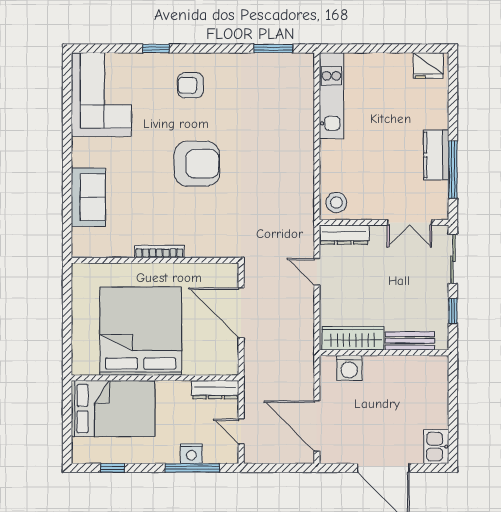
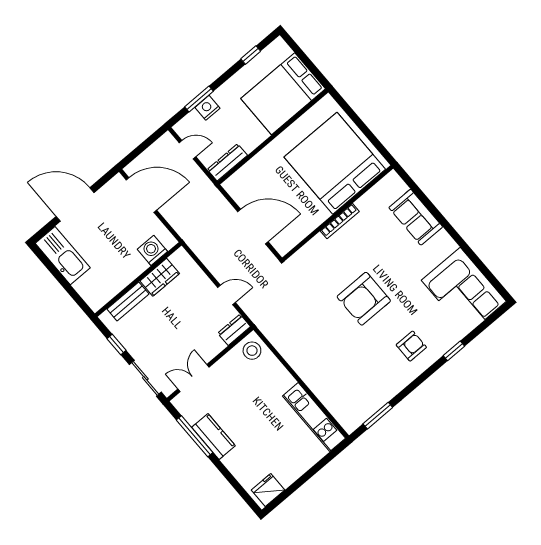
dresser: (344, 235) -> (234, 330), width x0.70
bed: (141, 331) -> (335, 163), moved, turned 180
wardrobe: (353, 338) -> (160, 277), width x0.67
kitchen sink: (436, 447) -> (63, 256), width x1.88, depth x1.24
window: (192, 468) -> (199, 99), width x0.69

